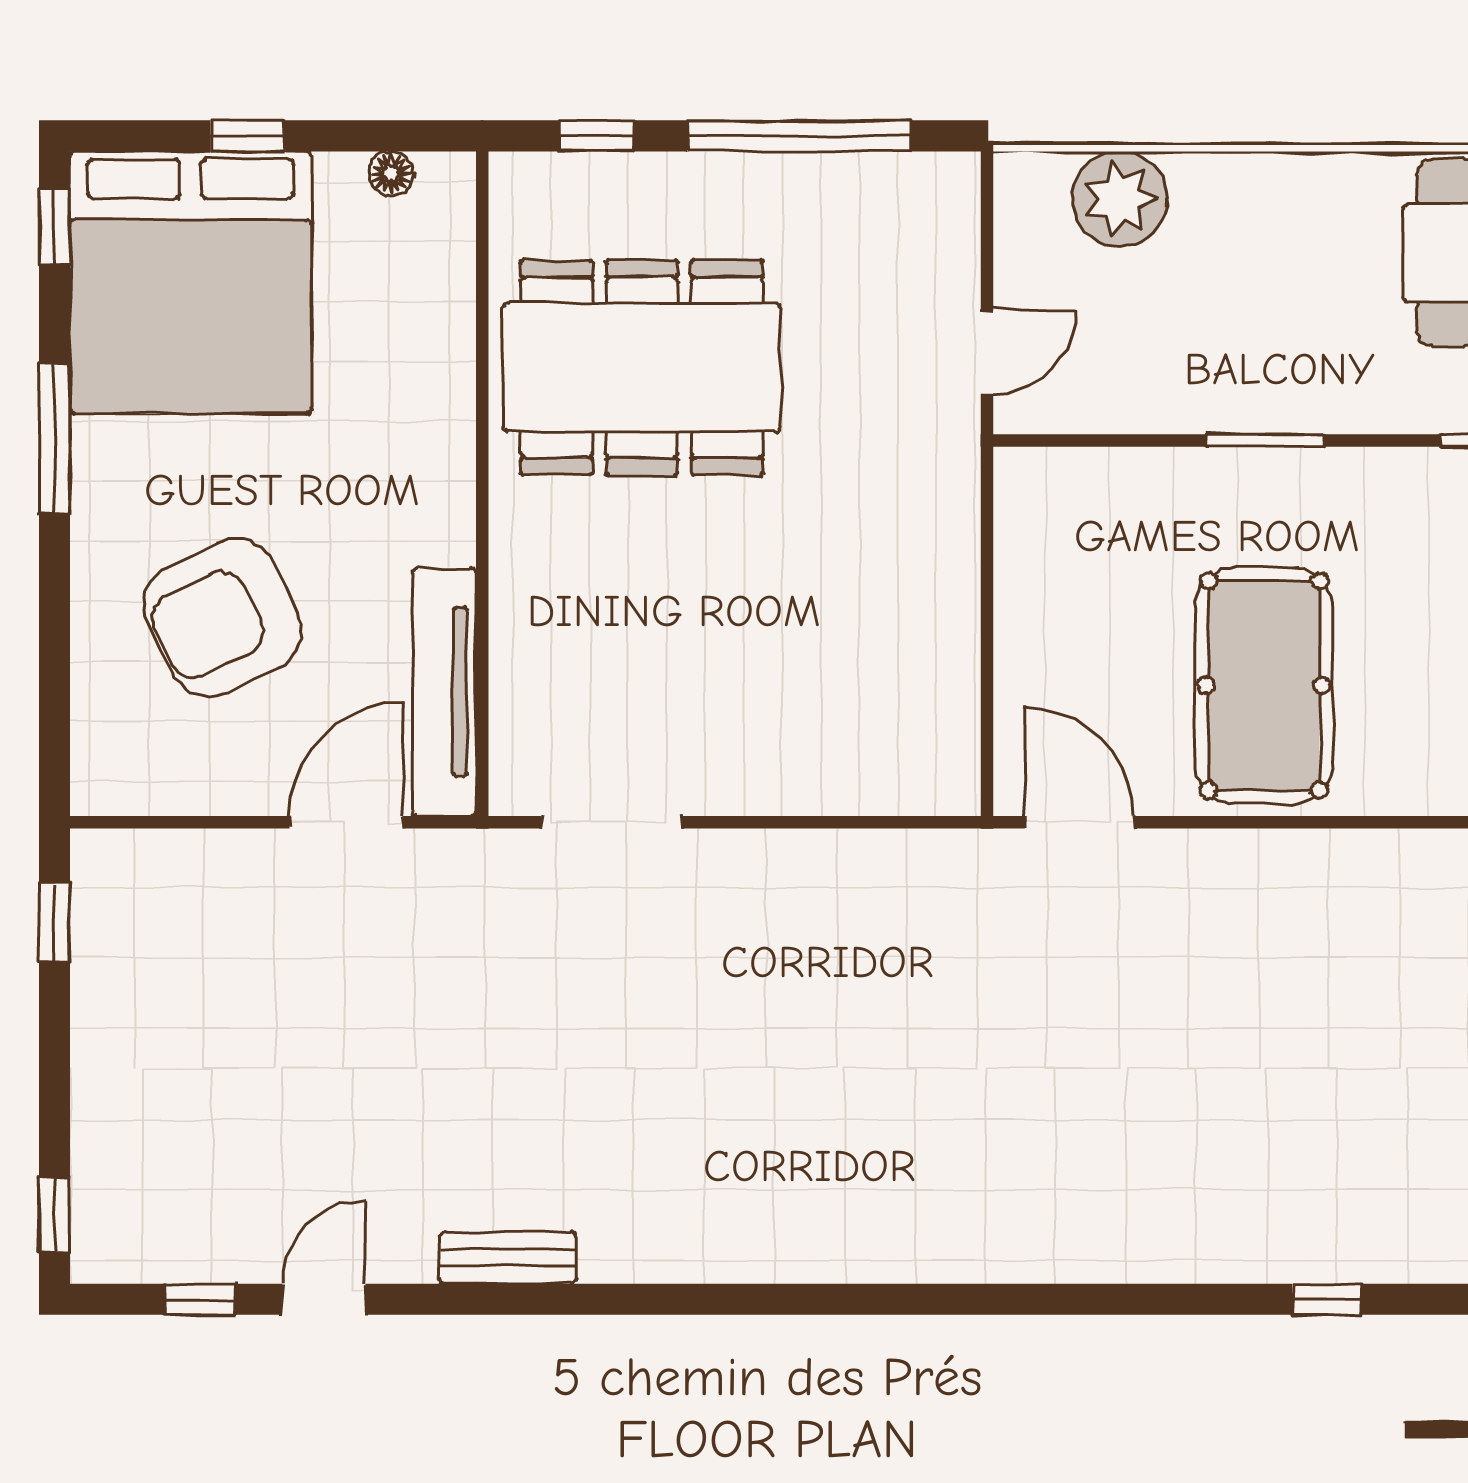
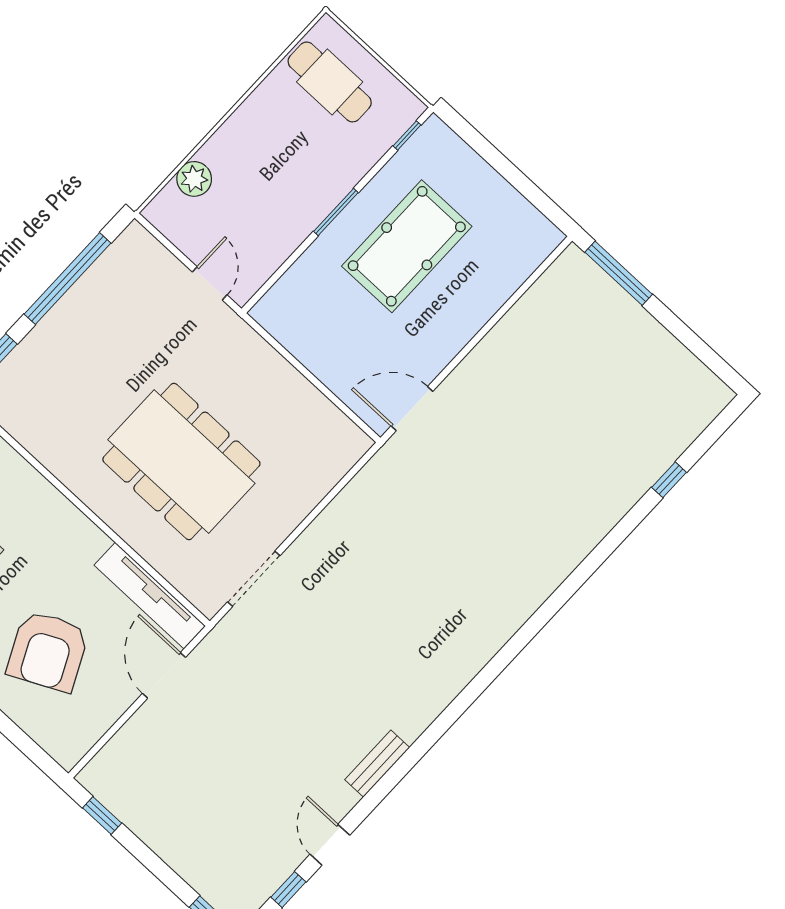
plant: (1120, 199) -> (194, 179), width x0.73, depth x0.73
dining table: (642, 367) -> (181, 462), moved, turned 90
pool table: (1264, 685) -> (407, 246), moved, turned 90

